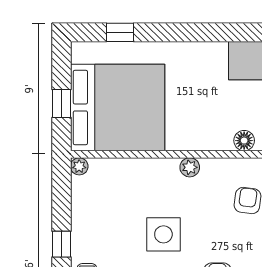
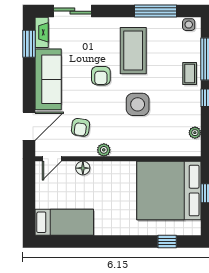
plant: (79, 166) -> (195, 133), moved
plant: (190, 167) -> (104, 150), moved

